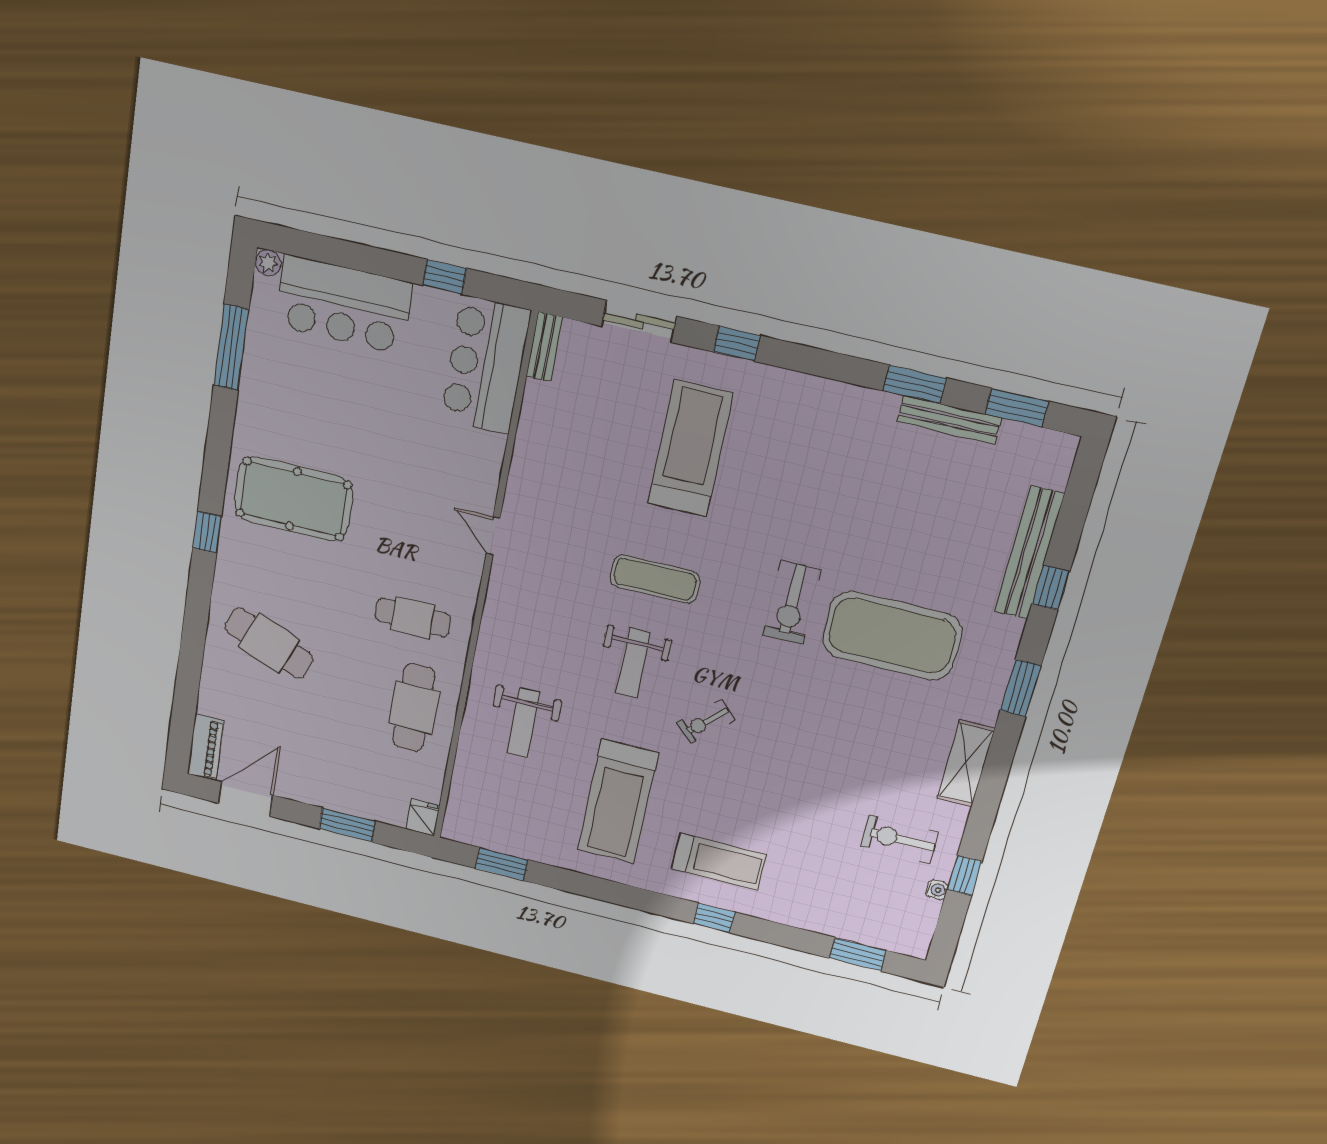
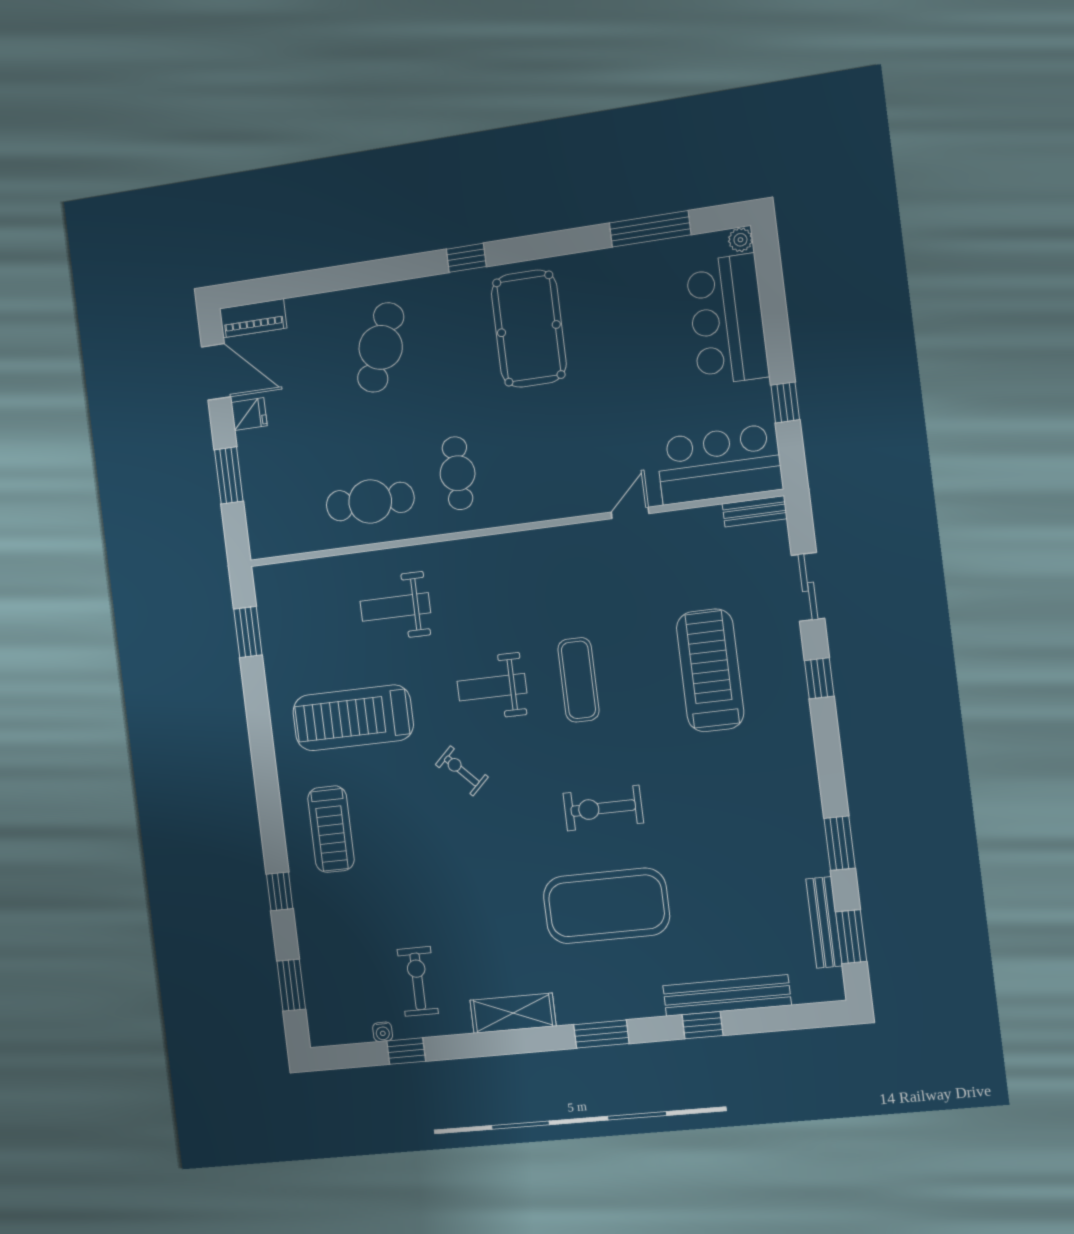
bench: (949, 420) -> (824, 922), moved
treadmill: (690, 449) -> (710, 670), turned -90
door: (493, 536) -> (630, 513), moved
exercise mat: (892, 636) -> (606, 906), turned 90
fridge: (423, 817) -> (249, 414), moved
window: (714, 918) -> (280, 891), moved

